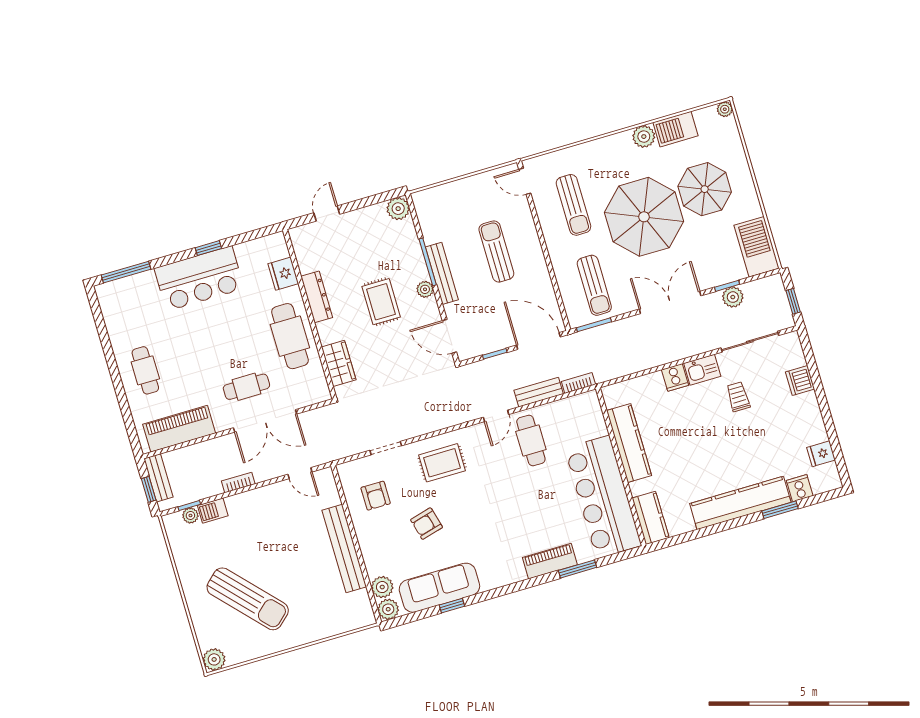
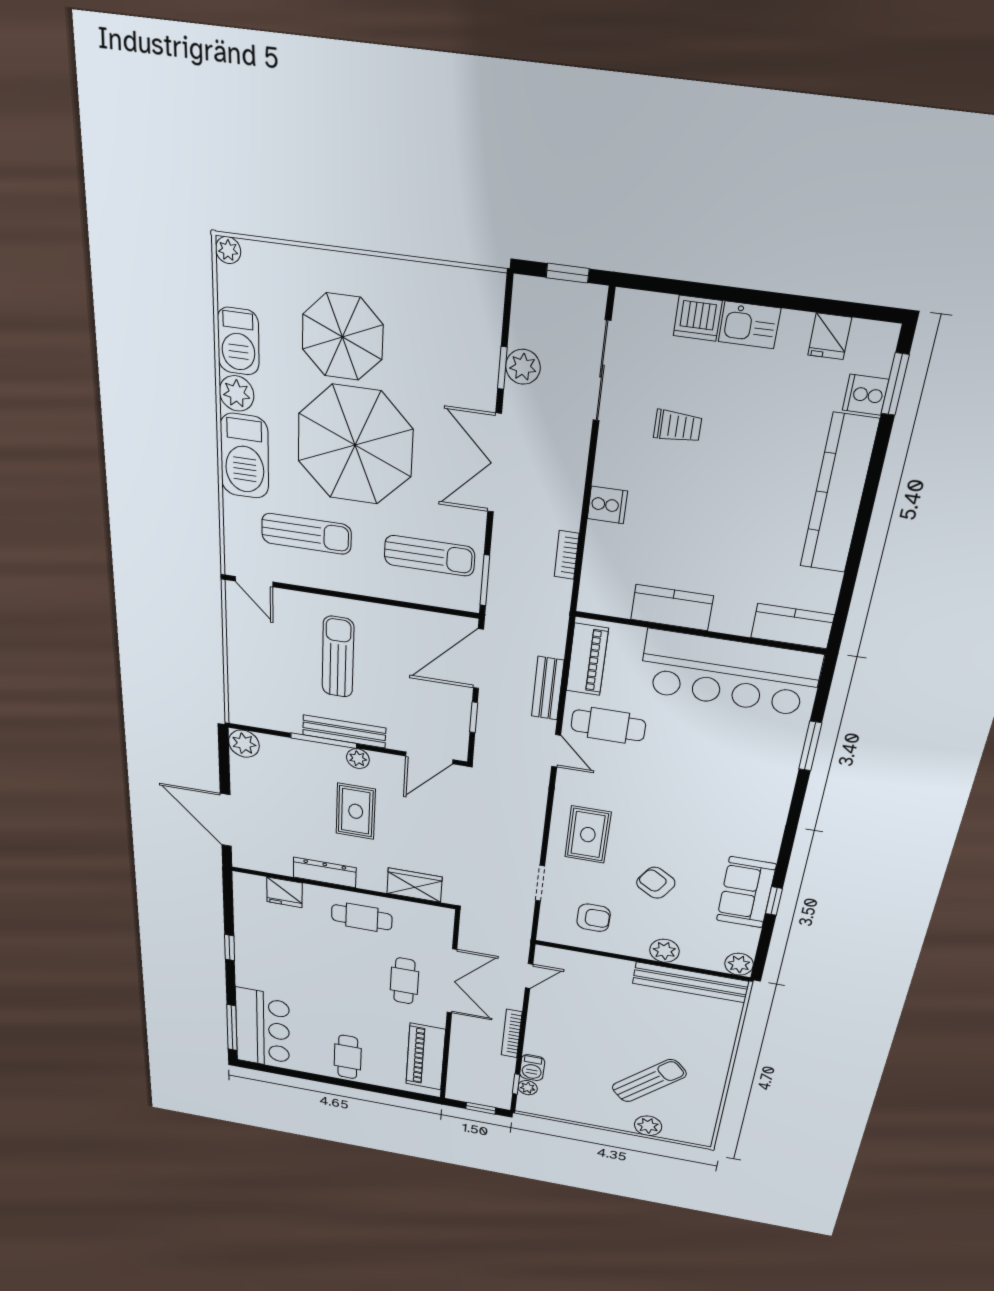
door: (525, 181) -> (254, 582), hinge flipped
door: (327, 213) -> (226, 820), width x1.88
barbecue: (757, 247) -> (245, 456), moved, turned -90
sun lounger: (496, 251) -> (338, 657), turned 90
bar counter: (199, 278) -> (263, 1028), moved
rug: (381, 302) -> (356, 811), turned 90
cafe table: (290, 336) -> (362, 917), width x0.73, depth x0.74
cafe table: (145, 370) -> (348, 1057), turned 90
kitchen sink: (702, 370) -> (749, 325), moved, turned 90
bookcase: (578, 383) -> (567, 555), moved
trolley: (738, 397) -> (678, 426), turned 180
kitchen counter: (629, 443) -> (672, 608), width x0.67
bench: (158, 478) -> (472, 1095), removed
bookcase: (238, 483) -> (512, 1034), width x1.56
window: (780, 510) -> (895, 384), moved
armchair: (427, 524) -> (656, 883), turned 137
bench: (344, 548) -> (691, 982), moved
piano: (550, 561) -> (587, 660), moved, turned 180
plant: (382, 587) -> (664, 951), moved
sofa: (439, 588) -> (746, 892), width x0.73
sun lounger: (248, 599) -> (649, 1081), width x0.73, depth x0.75
plant: (214, 659) -> (648, 1126), moved

